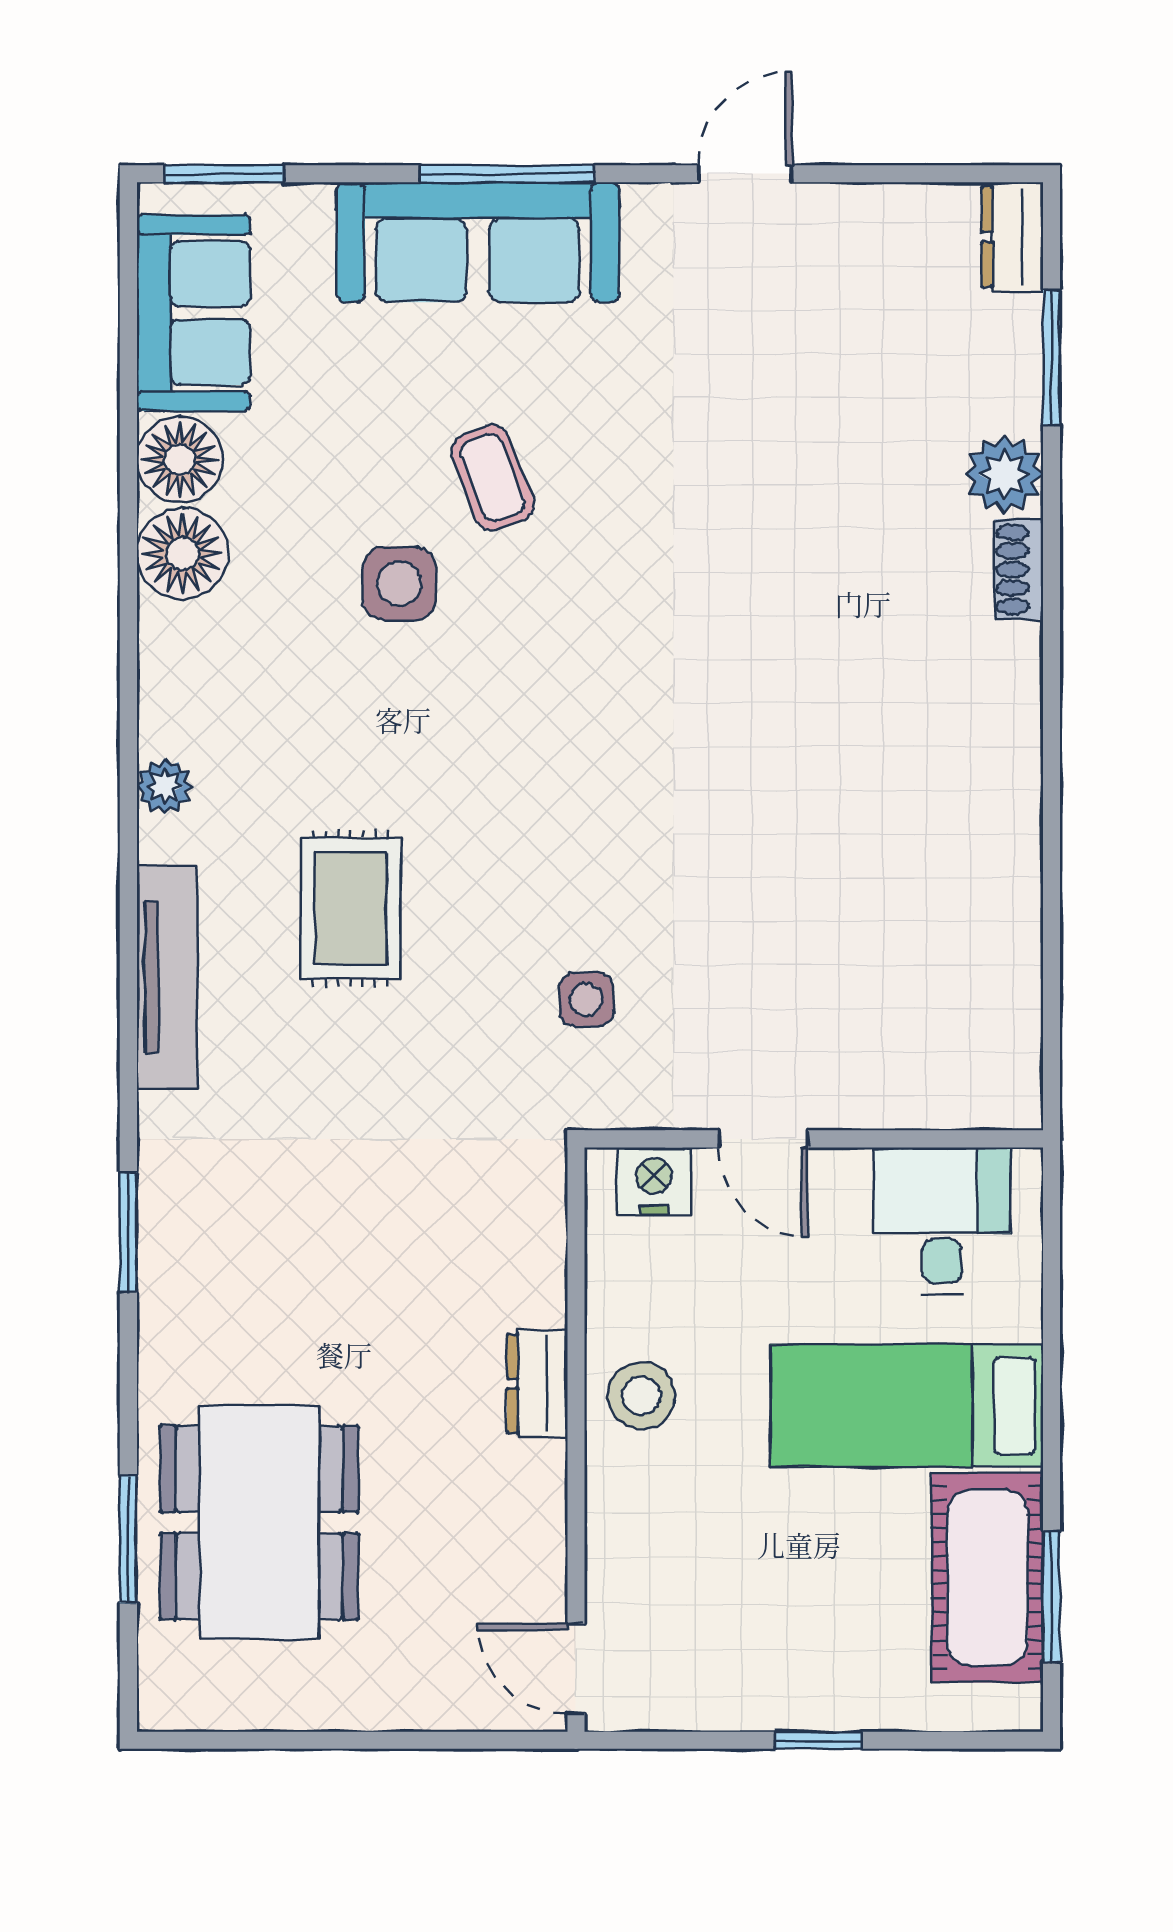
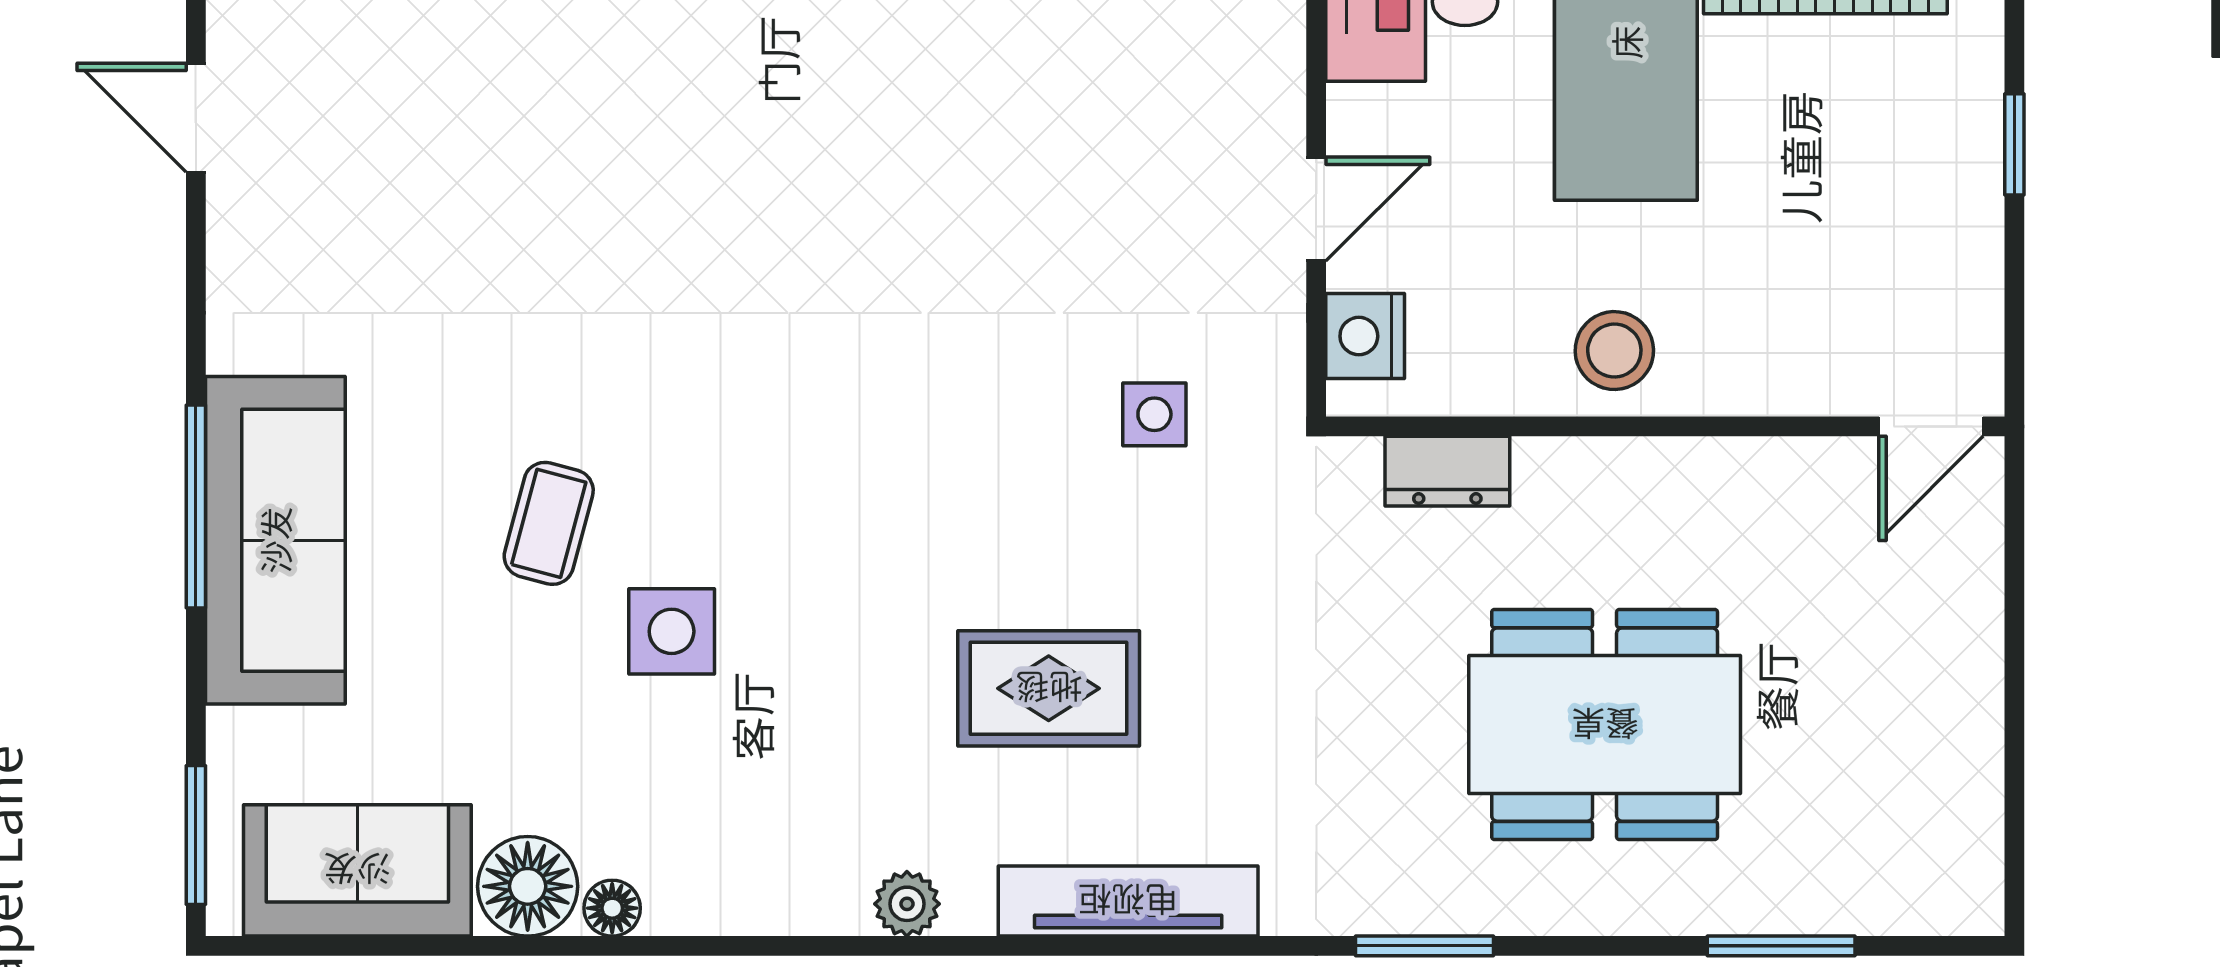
door: (745, 174) -> (196, 118), moved
coffee table: (492, 478) -> (549, 523), turned -54
floor lamp: (182, 554) -> (612, 908), width x0.53, depth x0.53
dresser: (537, 1383) -> (1447, 471), moved
dining table: (259, 1522) -> (1605, 725), moved

